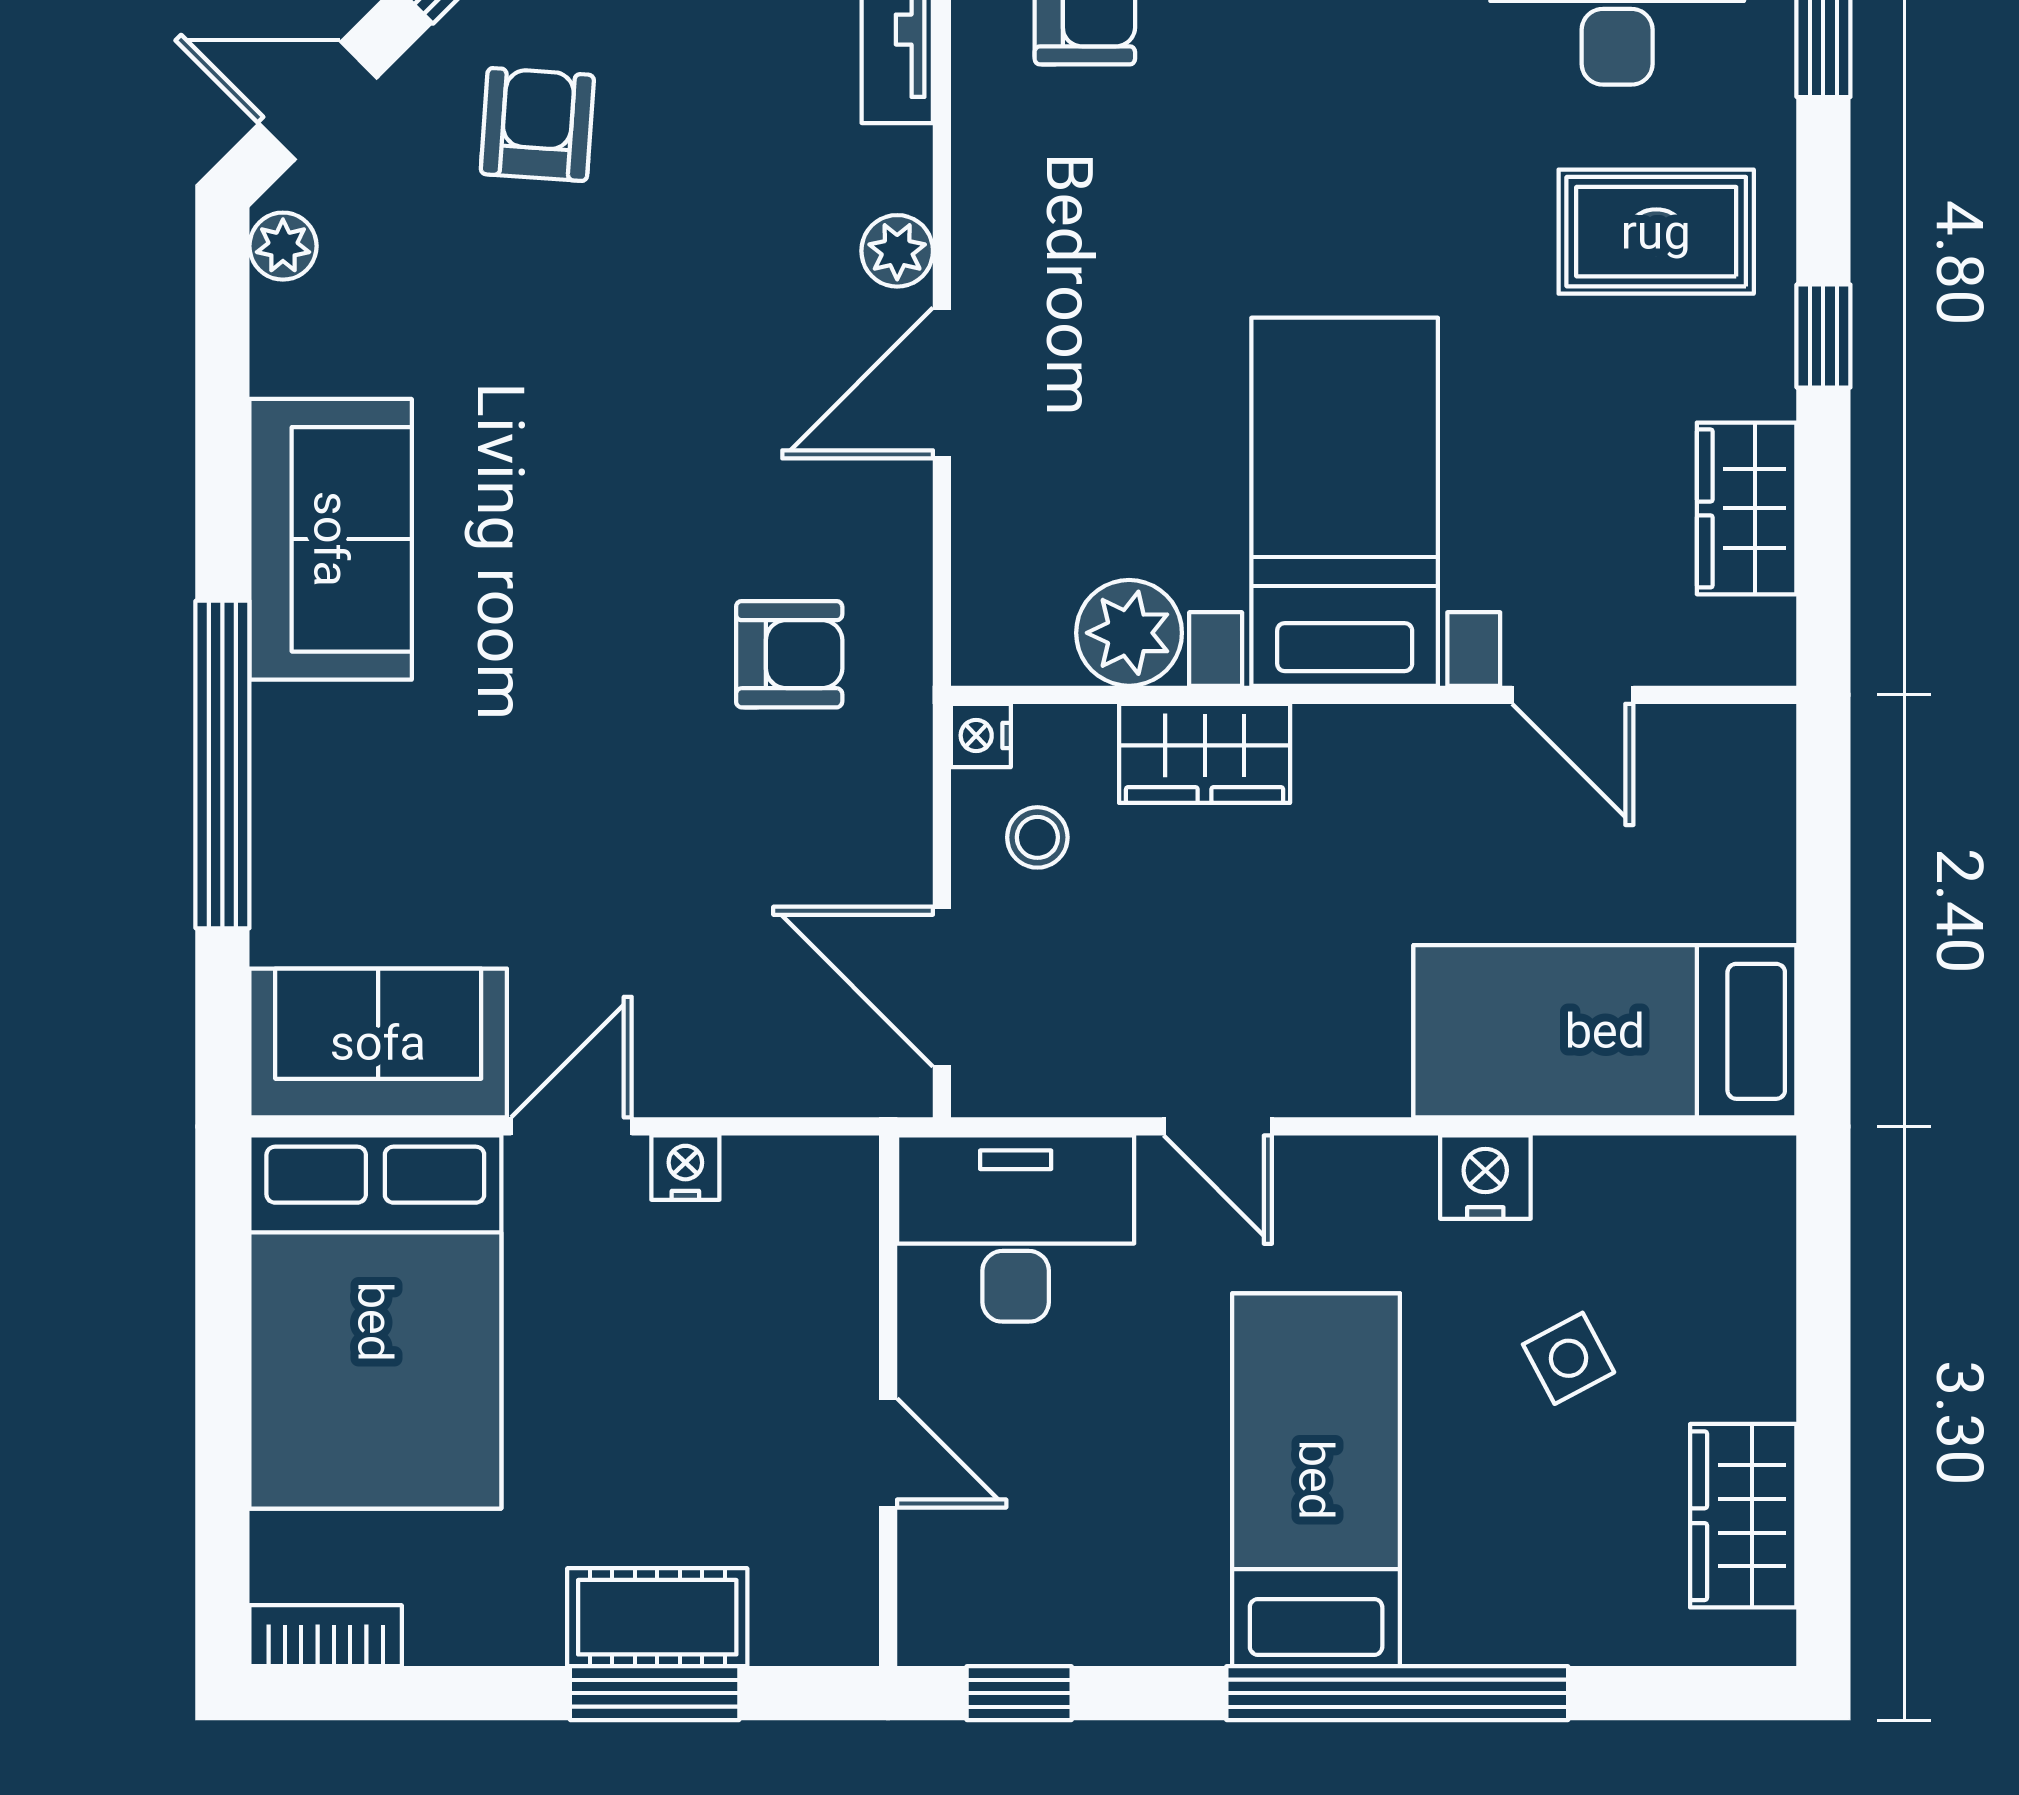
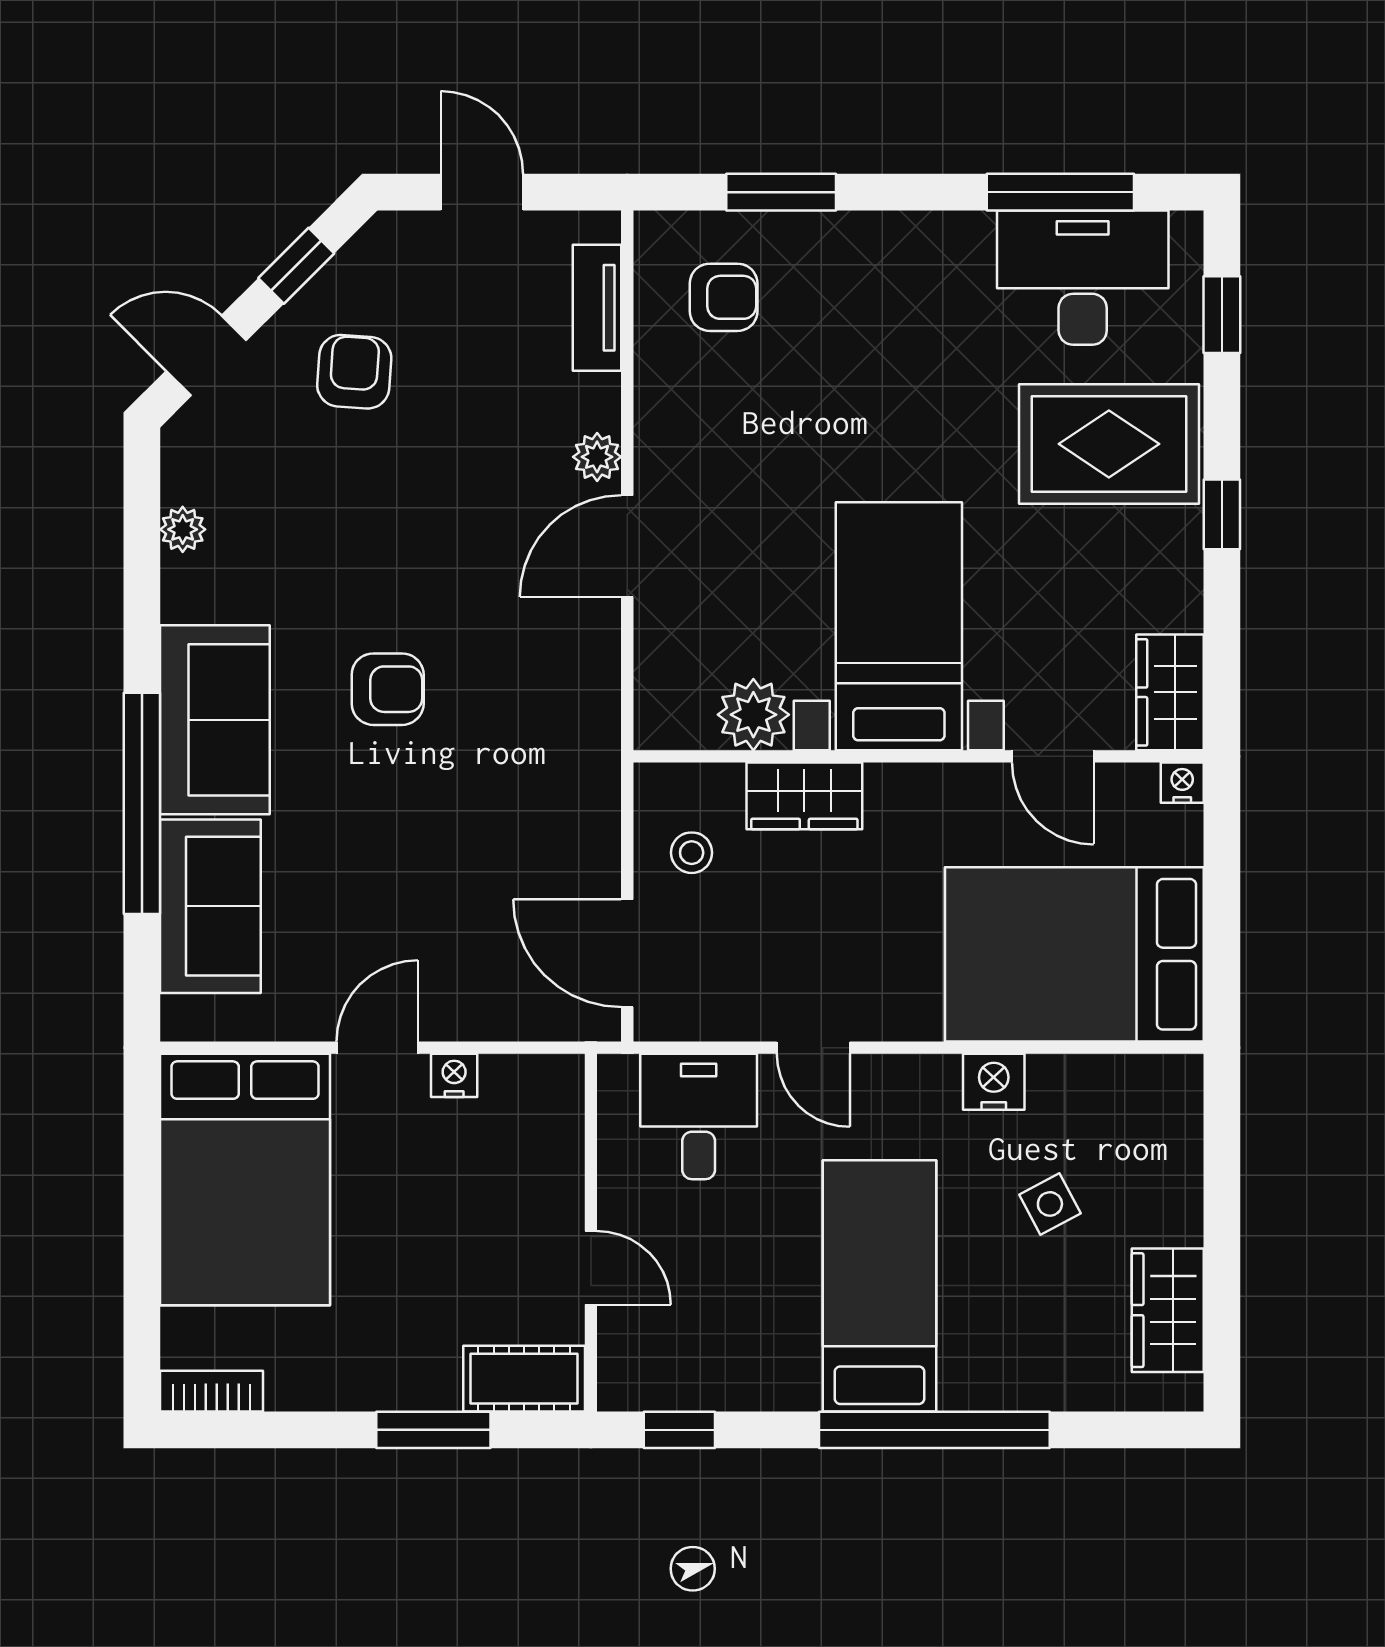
rug: (1656, 232) -> (1109, 444), width x1.36, depth x1.43
plant: (283, 246) -> (183, 529), moved
wardrobe: (1747, 508) -> (1170, 692), moved
sofa: (331, 539) -> (215, 720), moved
armchair: (789, 654) -> (388, 689), moved
nightstand: (981, 735) -> (1182, 783), moved, turned 90
bed: (1605, 1031) -> (1074, 954), width x1.50
sofa: (378, 1043) -> (210, 906), moved, turned 90
desk: (1016, 1229) -> (699, 1116), width x0.73
cot: (657, 1617) -> (524, 1379), moved

